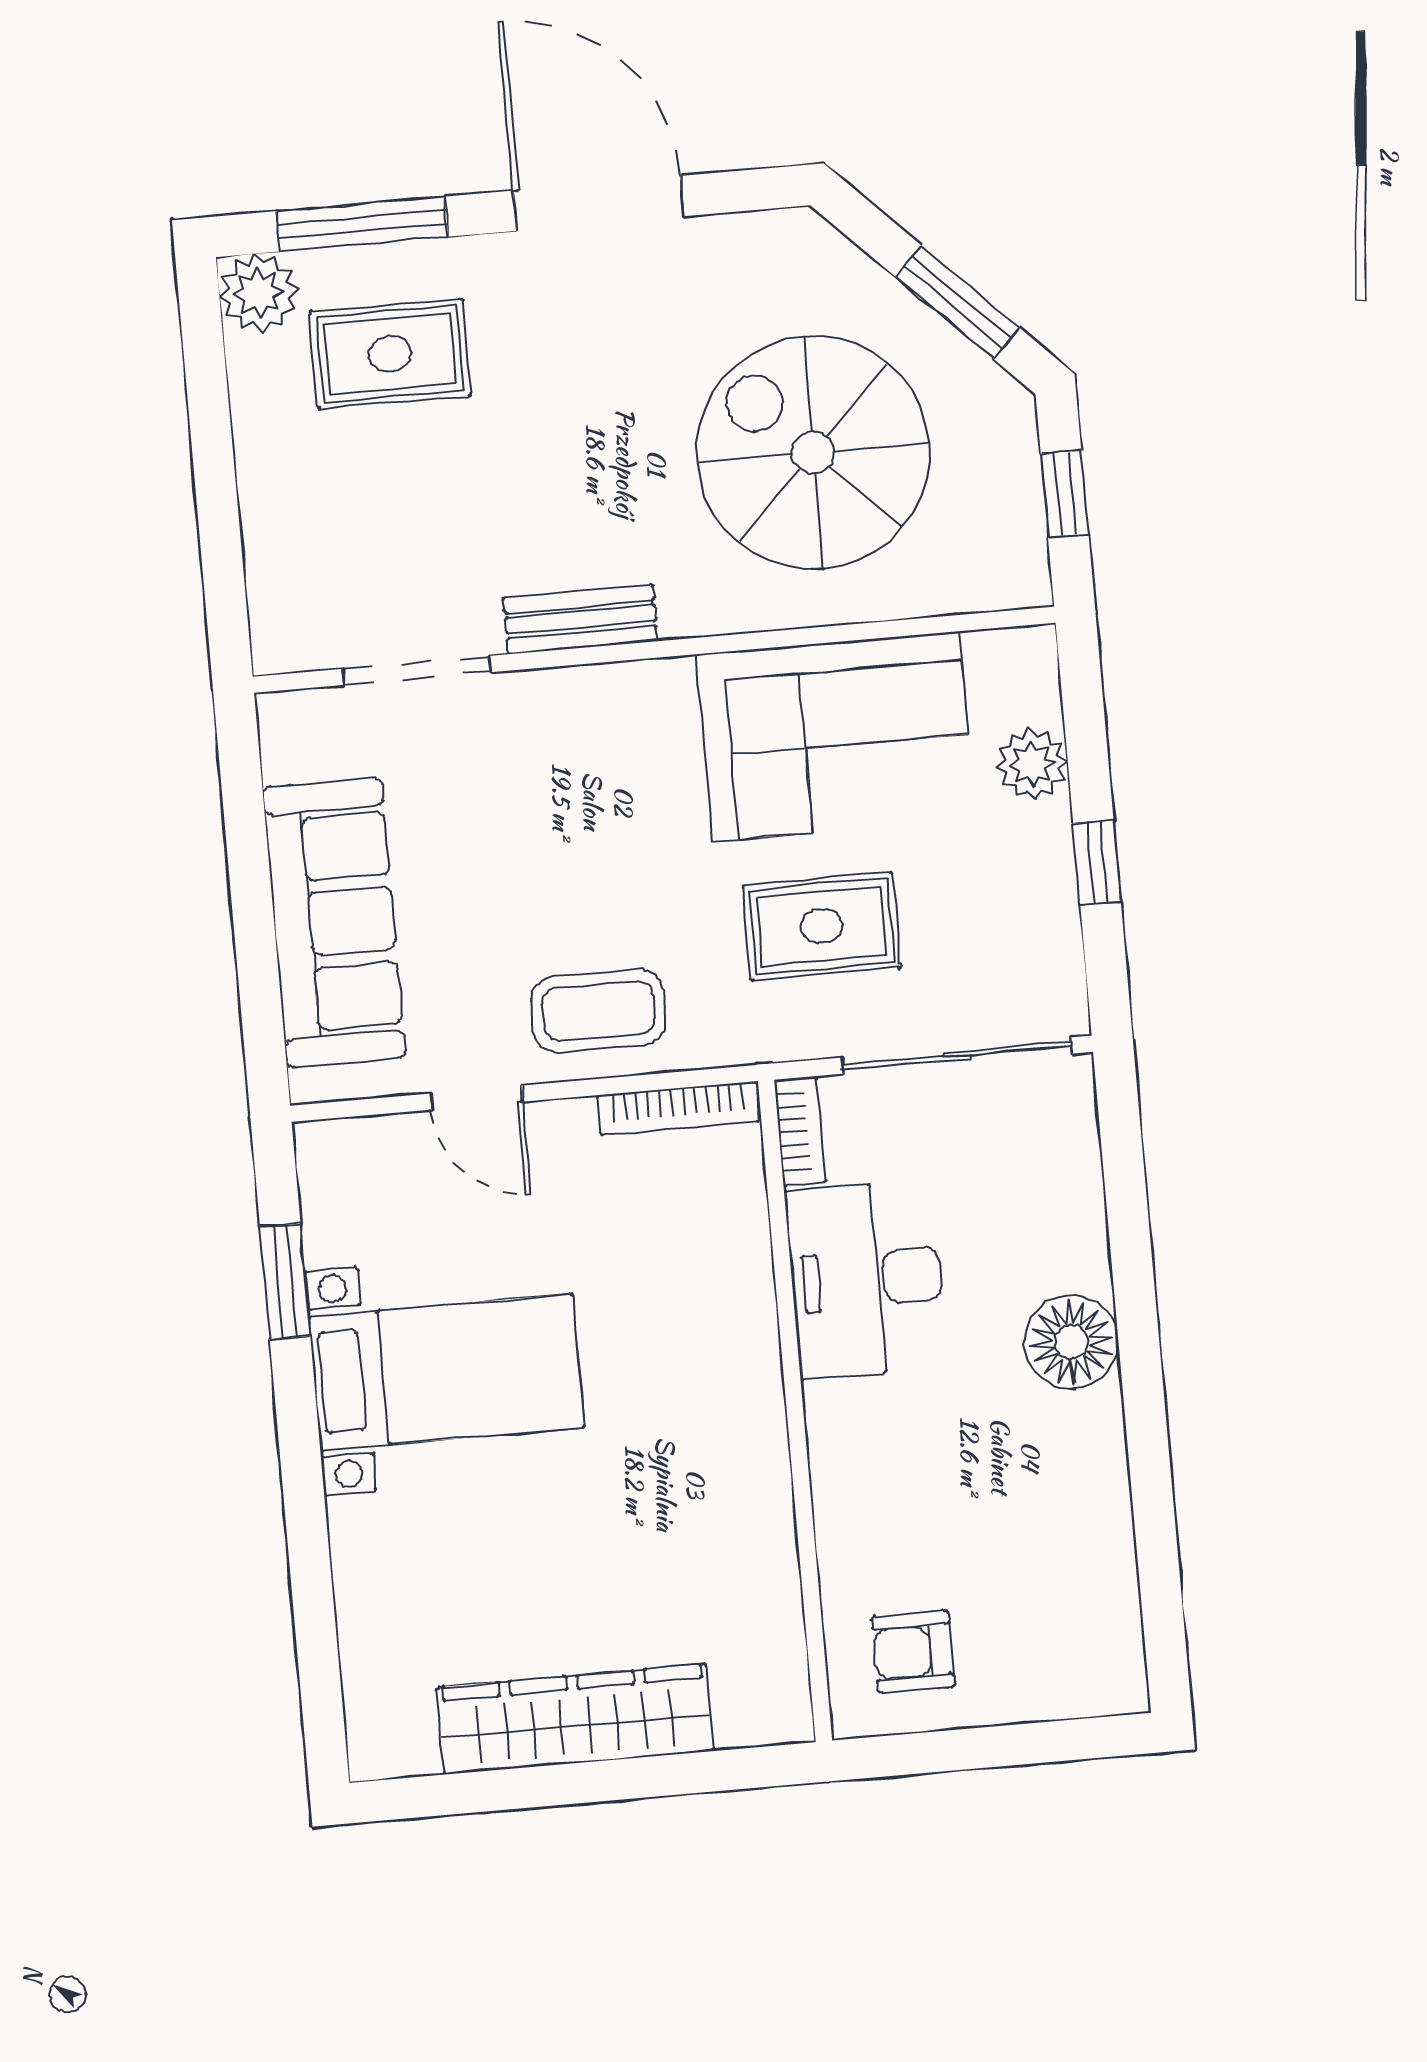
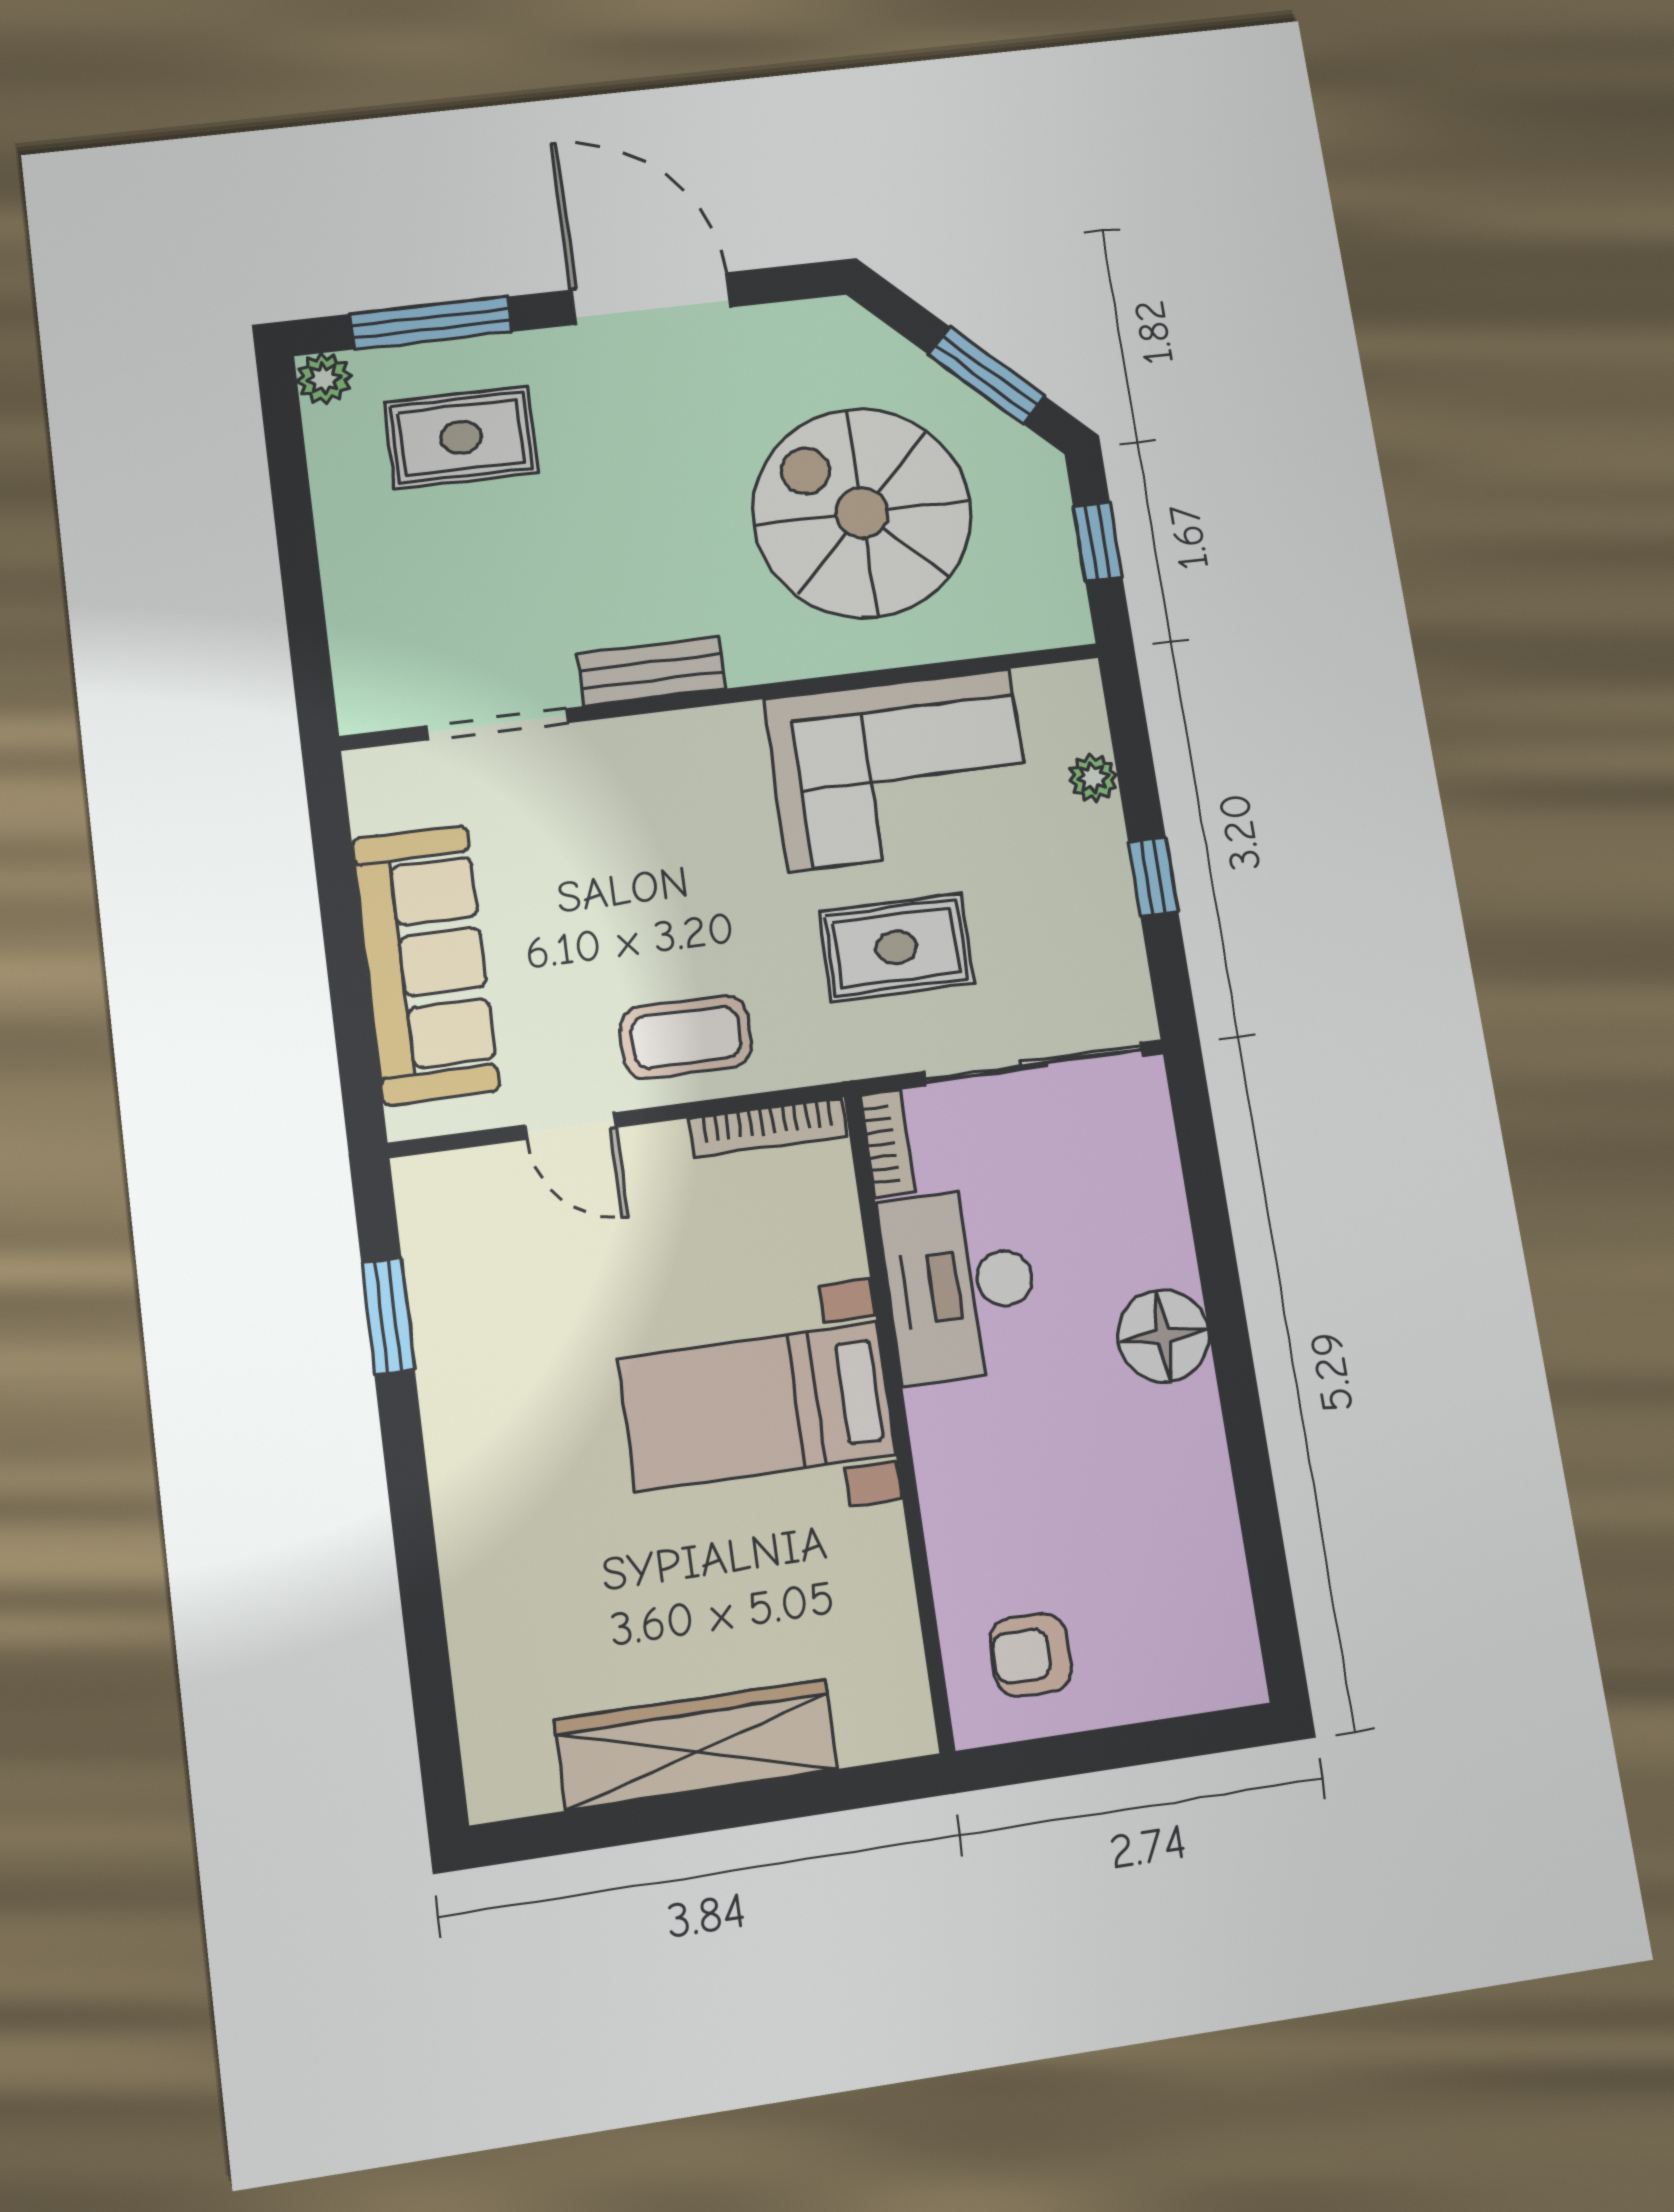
plant: (259, 293) -> (324, 379), width x0.73, depth x0.73
plant: (1032, 764) -> (1093, 778), width x0.73, depth x0.73
bed with nightstands: (446, 1372) -> (757, 1407), moved, turned 180

